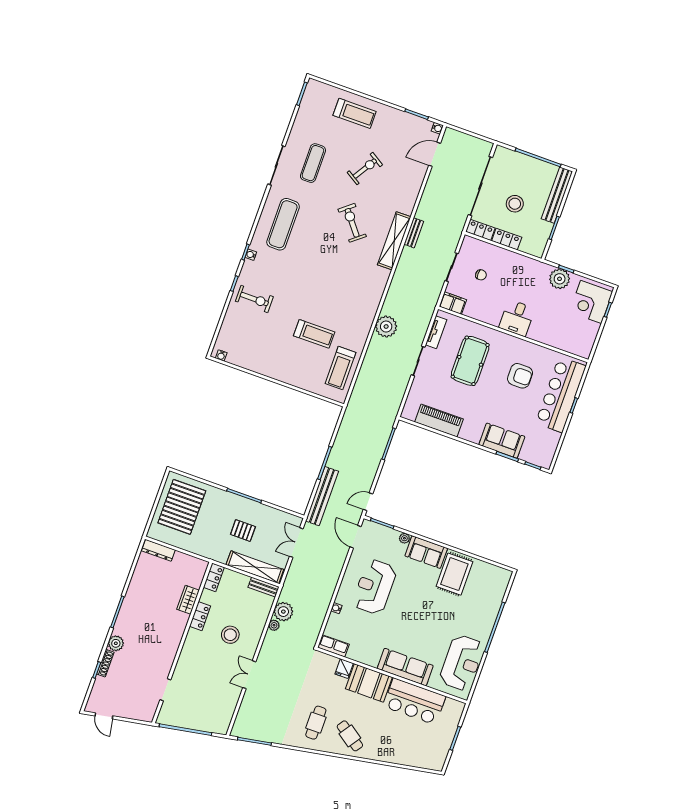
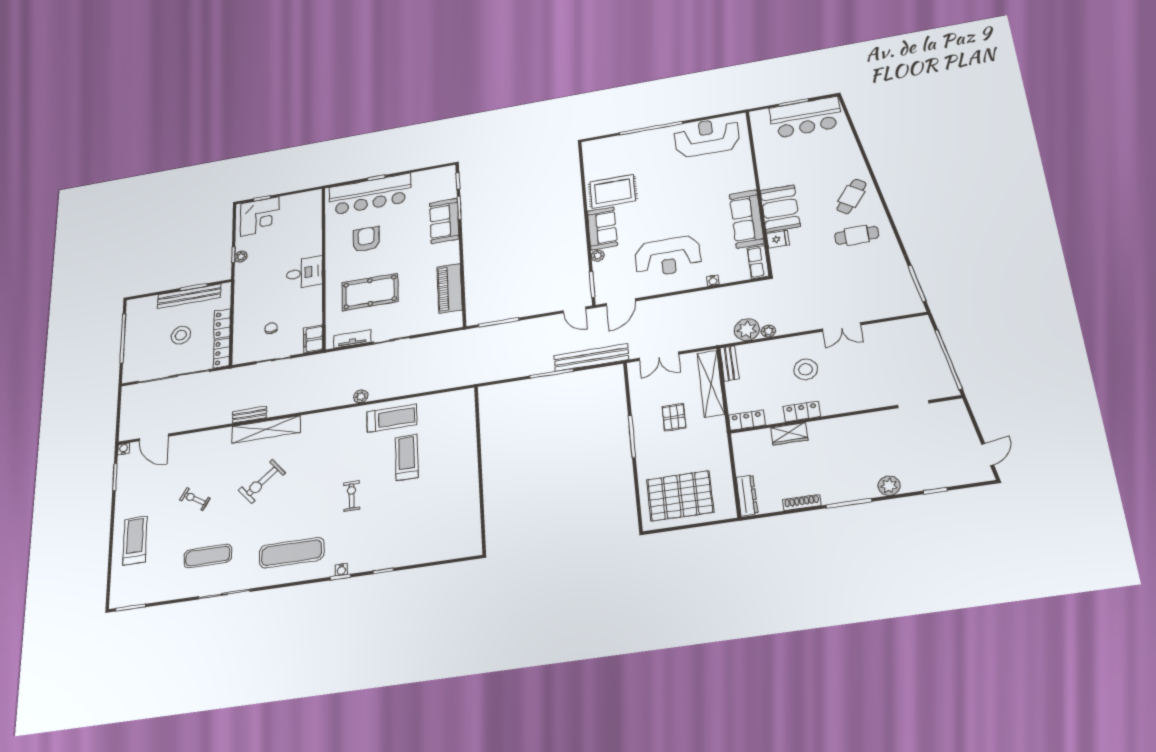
exercise bike: (365, 169) -> (195, 499), width x0.73, depth x0.72
bench: (557, 195) -> (189, 296), moved
plant: (560, 279) -> (241, 257), width x0.53, depth x0.53
exercise bike: (254, 299) -> (352, 496), moved, width x0.73, depth x0.72
plant: (386, 327) -> (361, 396), width x0.53, depth x0.53
water cooler: (221, 355) -> (476, 543), removed
treadmill: (341, 368) -> (392, 418), moved
shoe rack: (105, 663) -> (802, 503), moved
sofa: (405, 667) -> (747, 219), moved
bar counter: (415, 701) -> (806, 117), moved, turned 90

